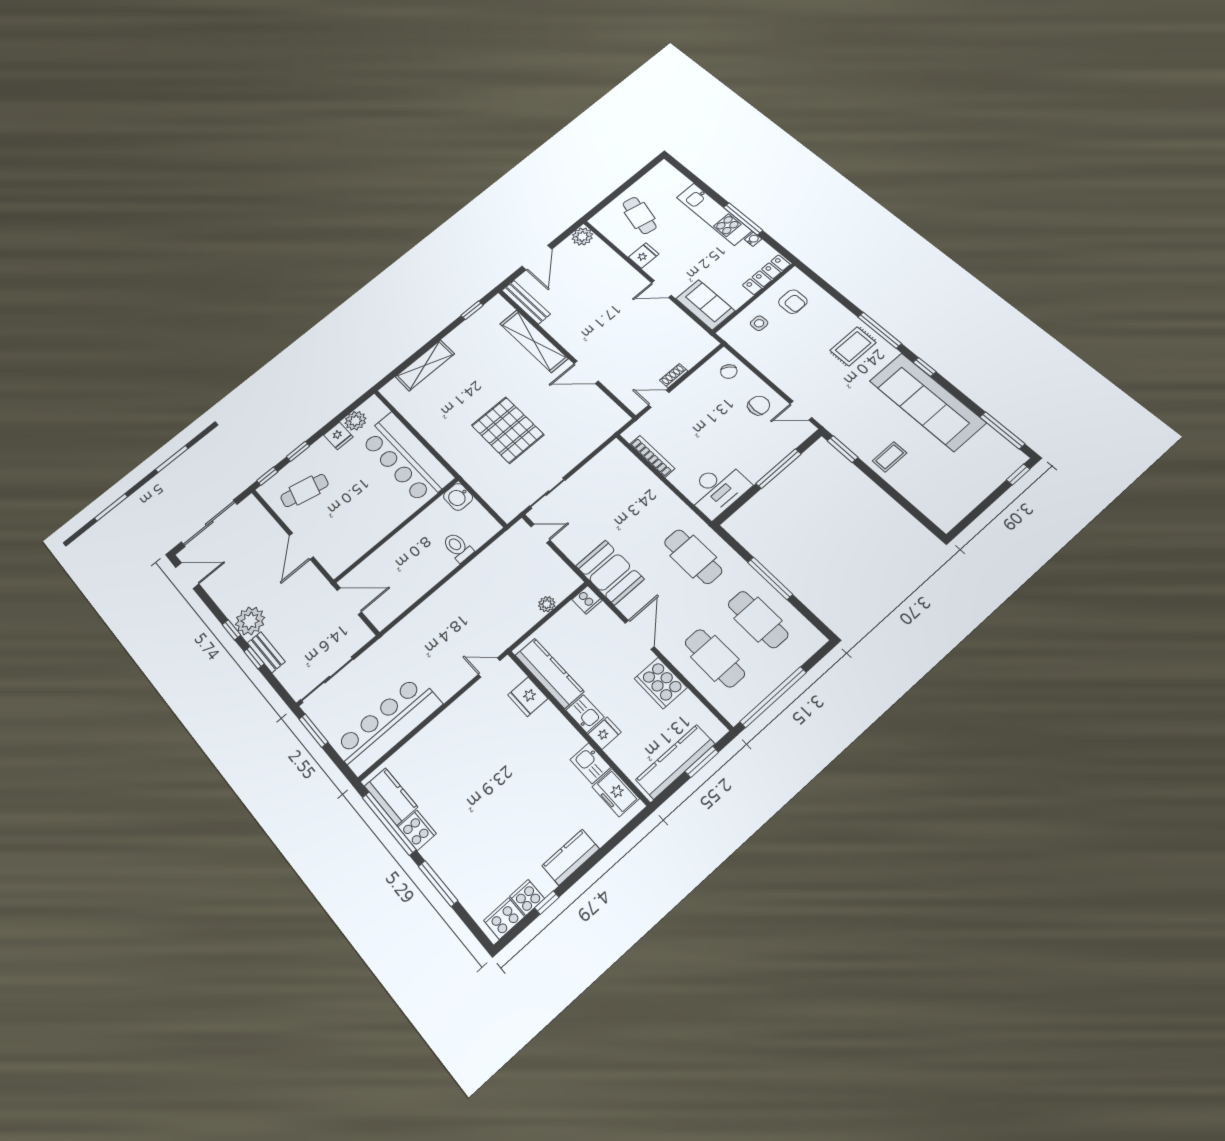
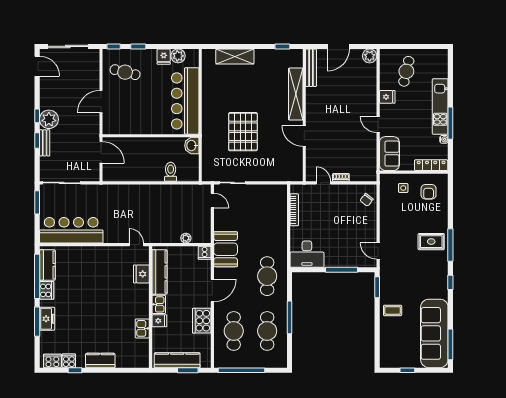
sofa: (927, 402) -> (434, 333), moved
chair: (759, 405) -> (363, 230), removed
window: (1018, 475) -> (407, 370), moved
freezer: (616, 793) -> (47, 319), moved, turned 180

